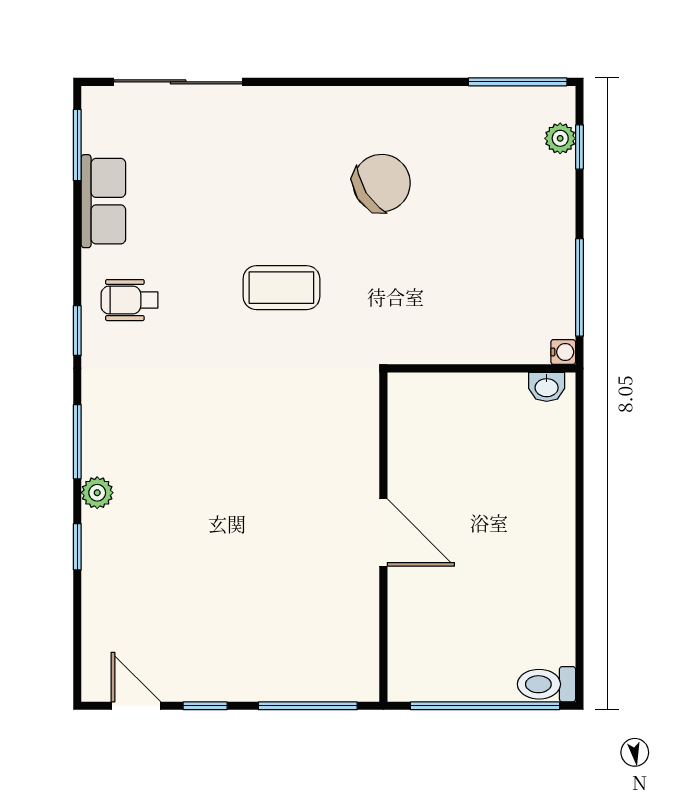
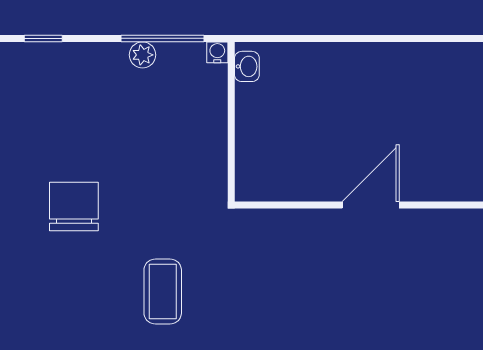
plant: (560, 138) -> (143, 55), moved
chair: (382, 183) -> (74, 206), turned 32

